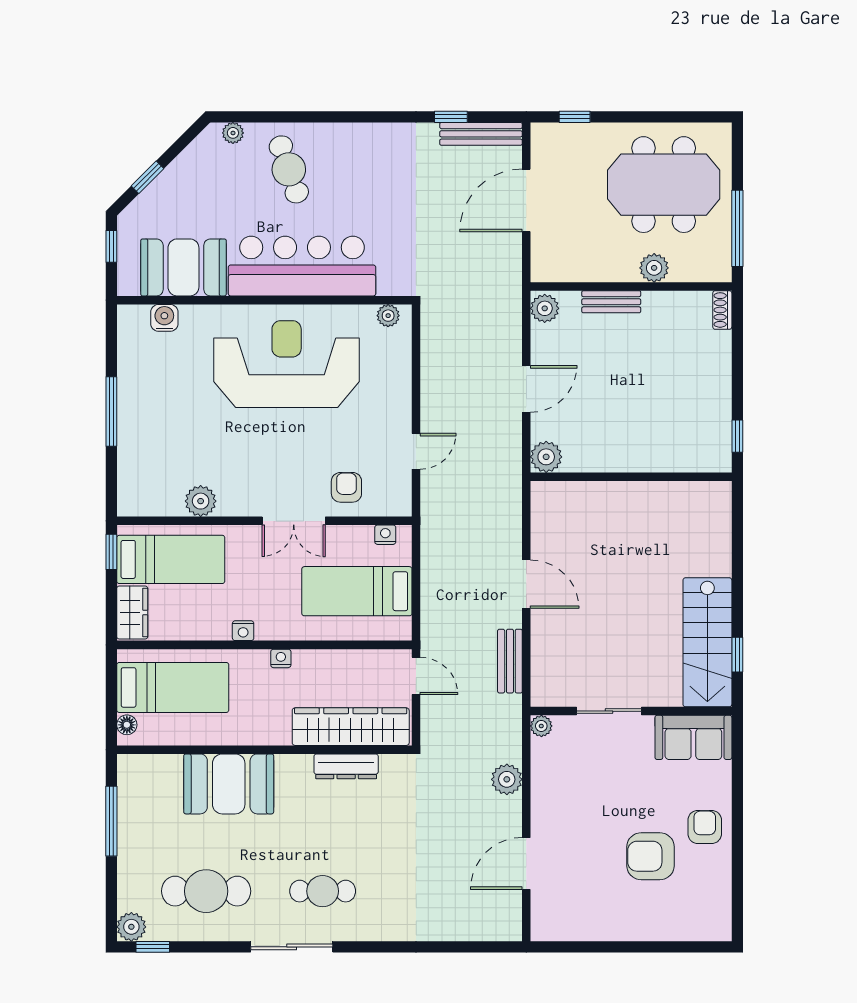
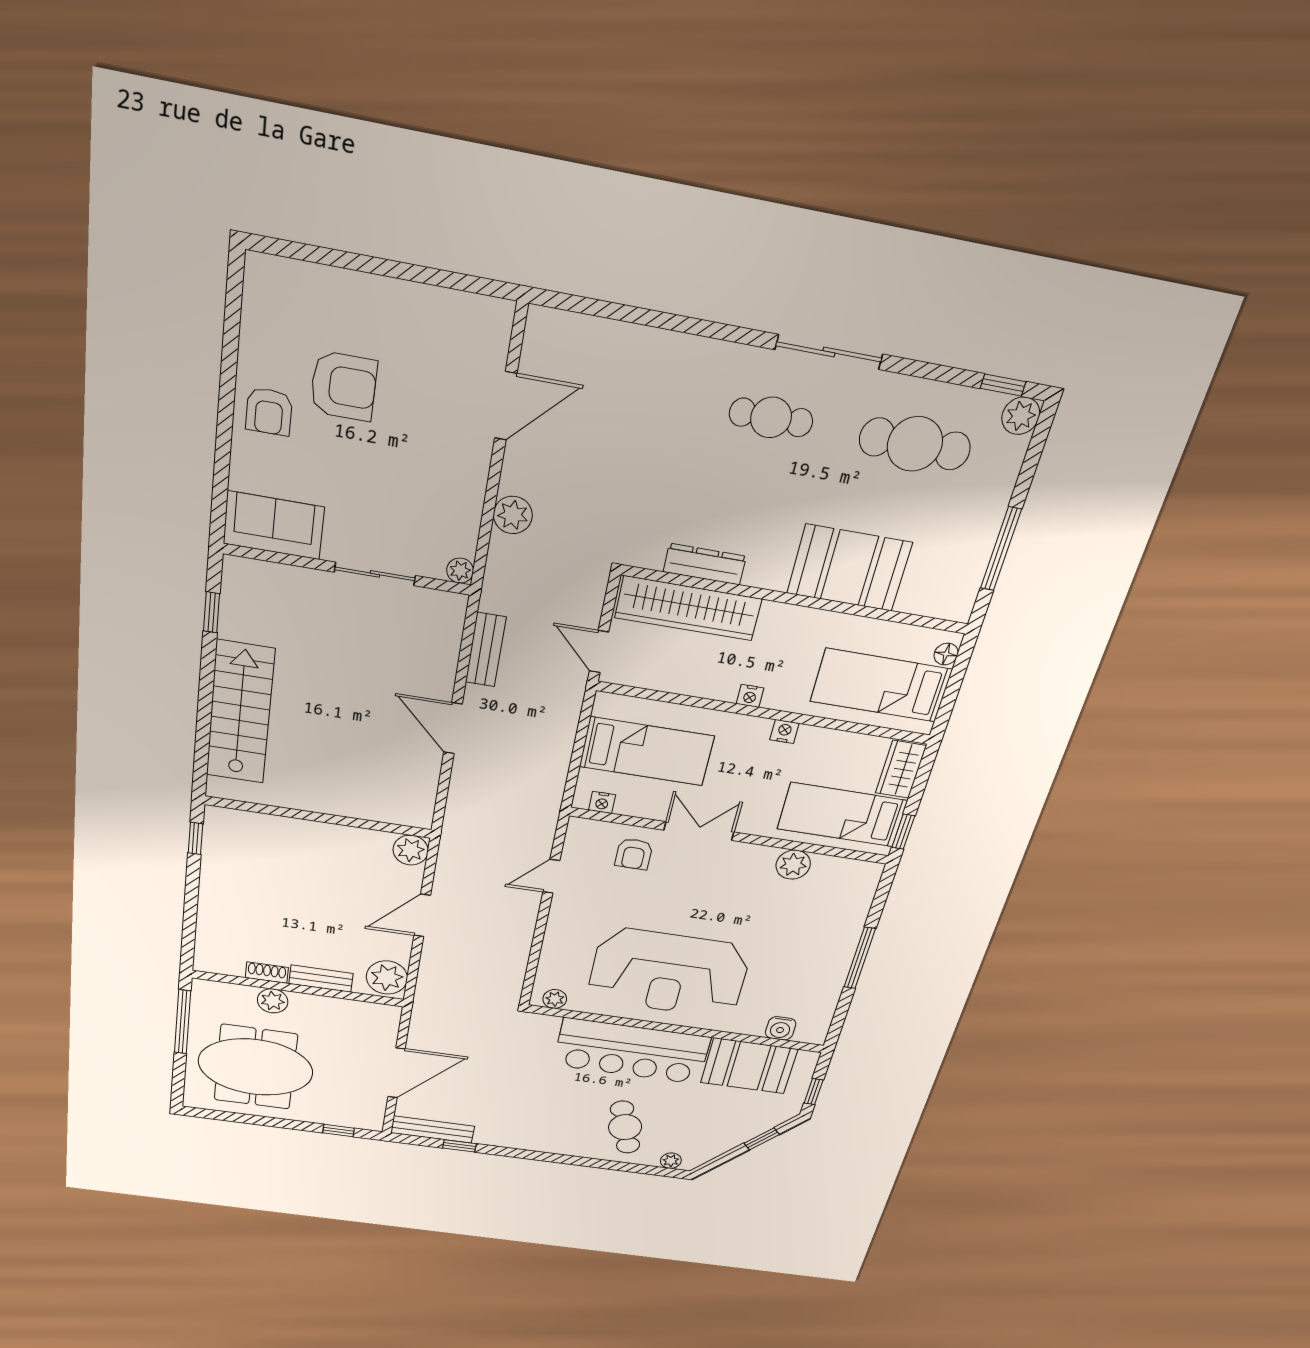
plant: (545, 308) -> (387, 977), width x1.36, depth x1.36
shoe rack: (722, 310) -> (267, 973), moved, turned -90
stairs: (707, 642) -> (240, 713), moved

